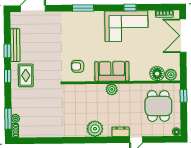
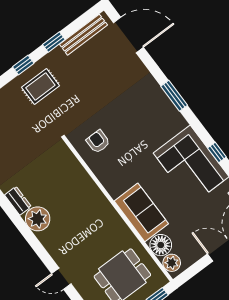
bench: (15, 45) -> (83, 35), moved
sofa: (112, 71) -> (141, 212), moved
plant: (112, 89) -> (101, 204), removed
dresser: (121, 132) -> (18, 201), moved

